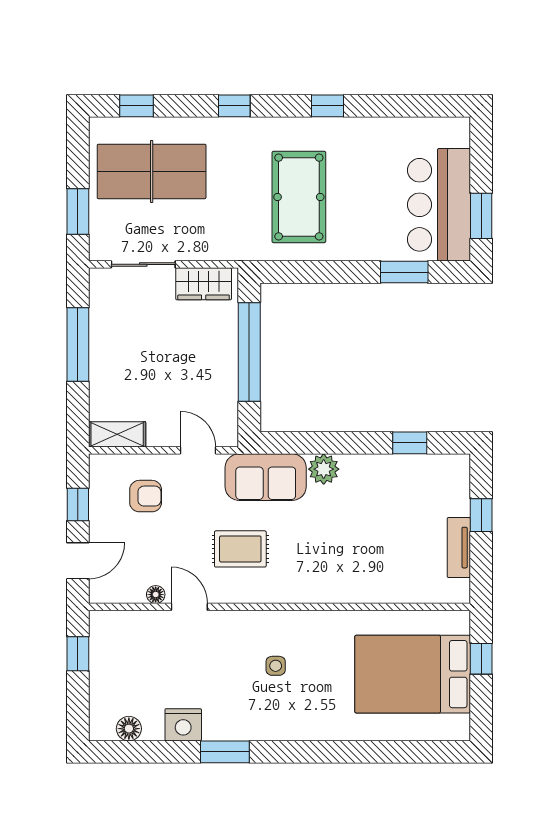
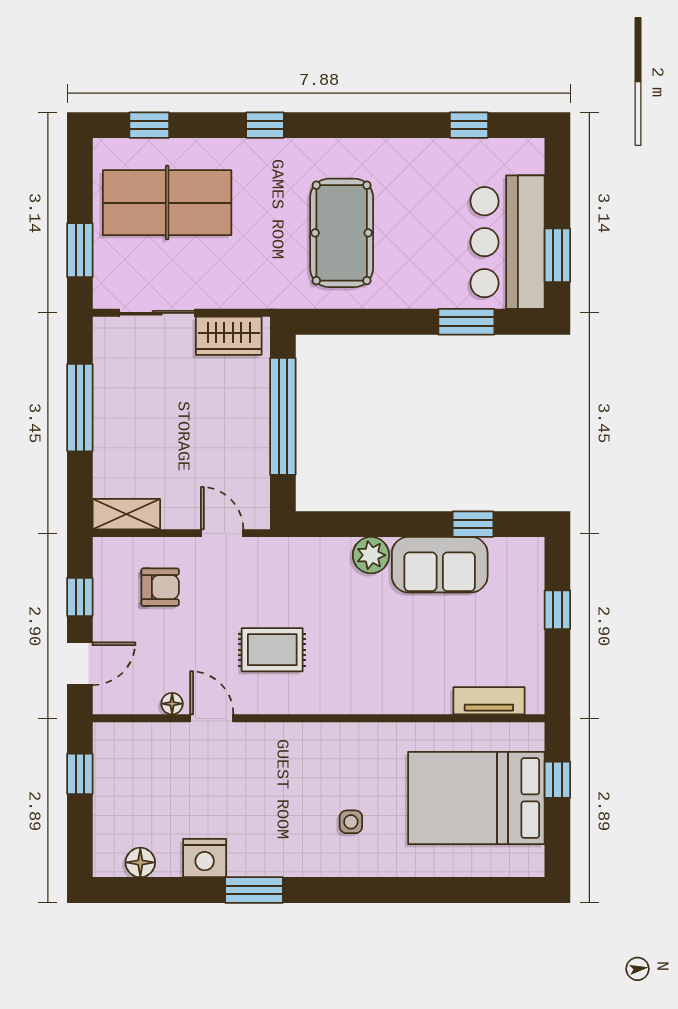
window: (328, 106) -> (469, 125), moved
sofa: (266, 477) -> (440, 565), moved
tv unit: (459, 548) -> (489, 701), moved, turned 90
side table: (276, 666) -> (351, 822), moved

